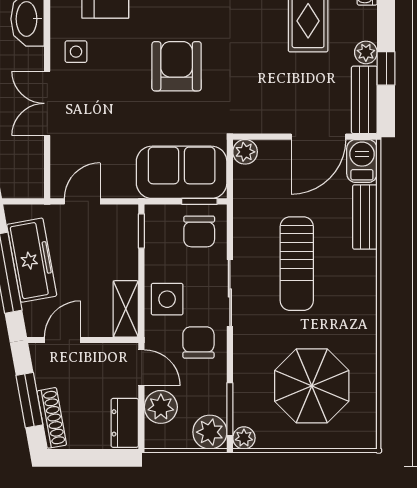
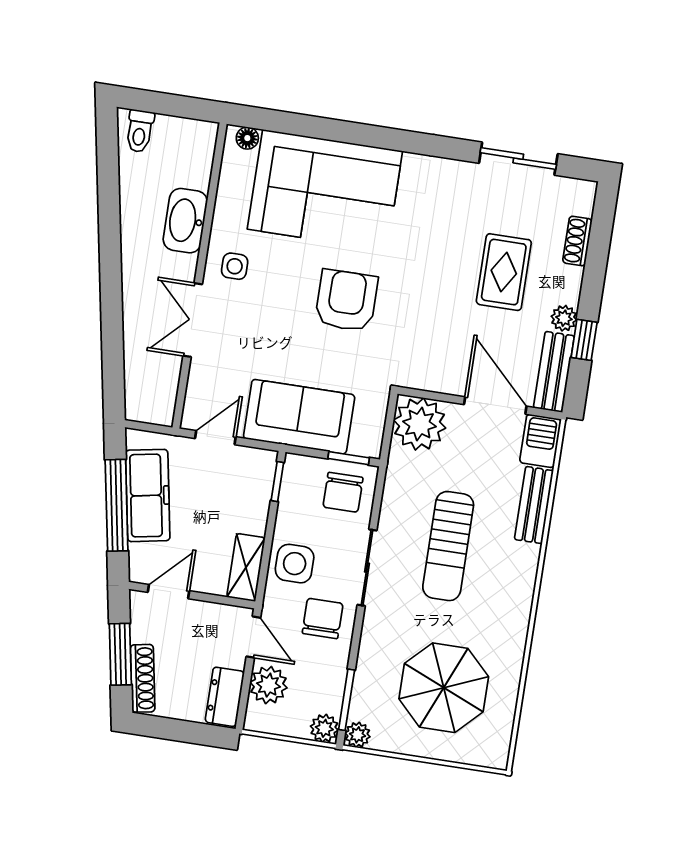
door: (318, 137) -> (495, 405), swing flipped
plant: (245, 152) -> (420, 424), width x1.88, depth x1.88
sofa: (182, 172) -> (299, 417), moved
plant: (210, 432) -> (324, 728), width x0.73, depth x0.73

